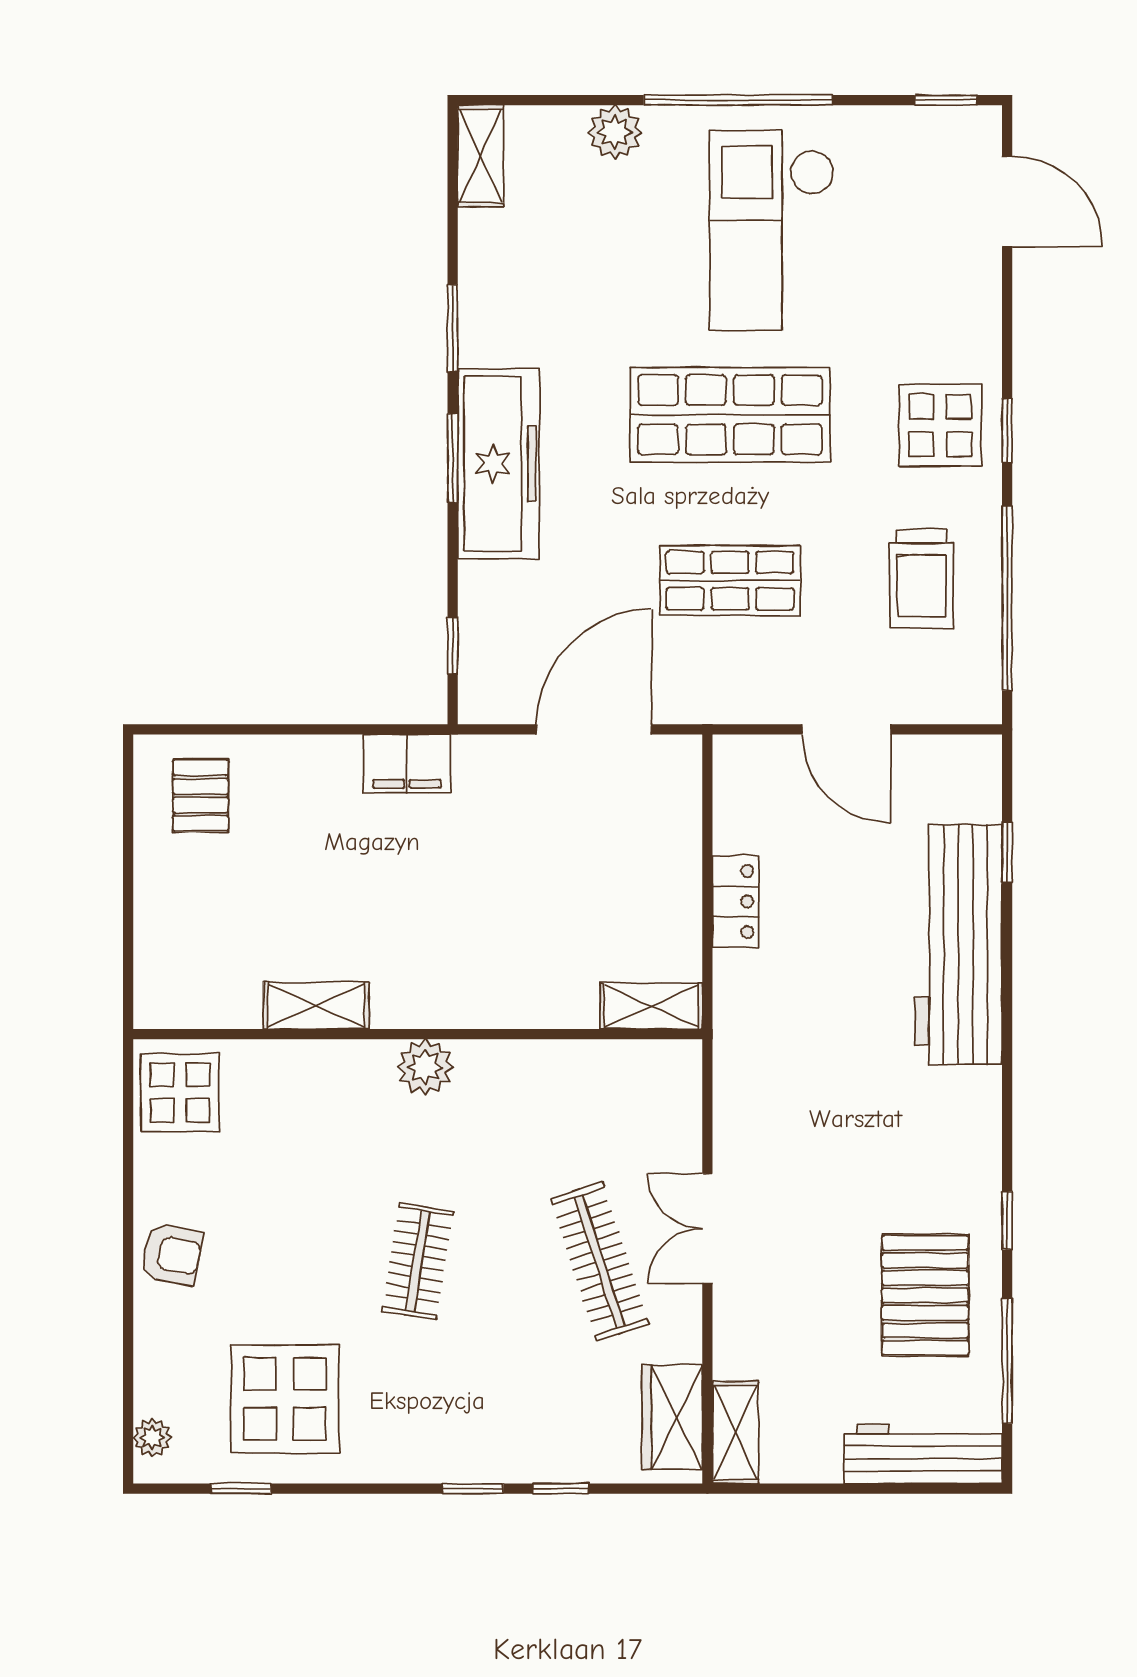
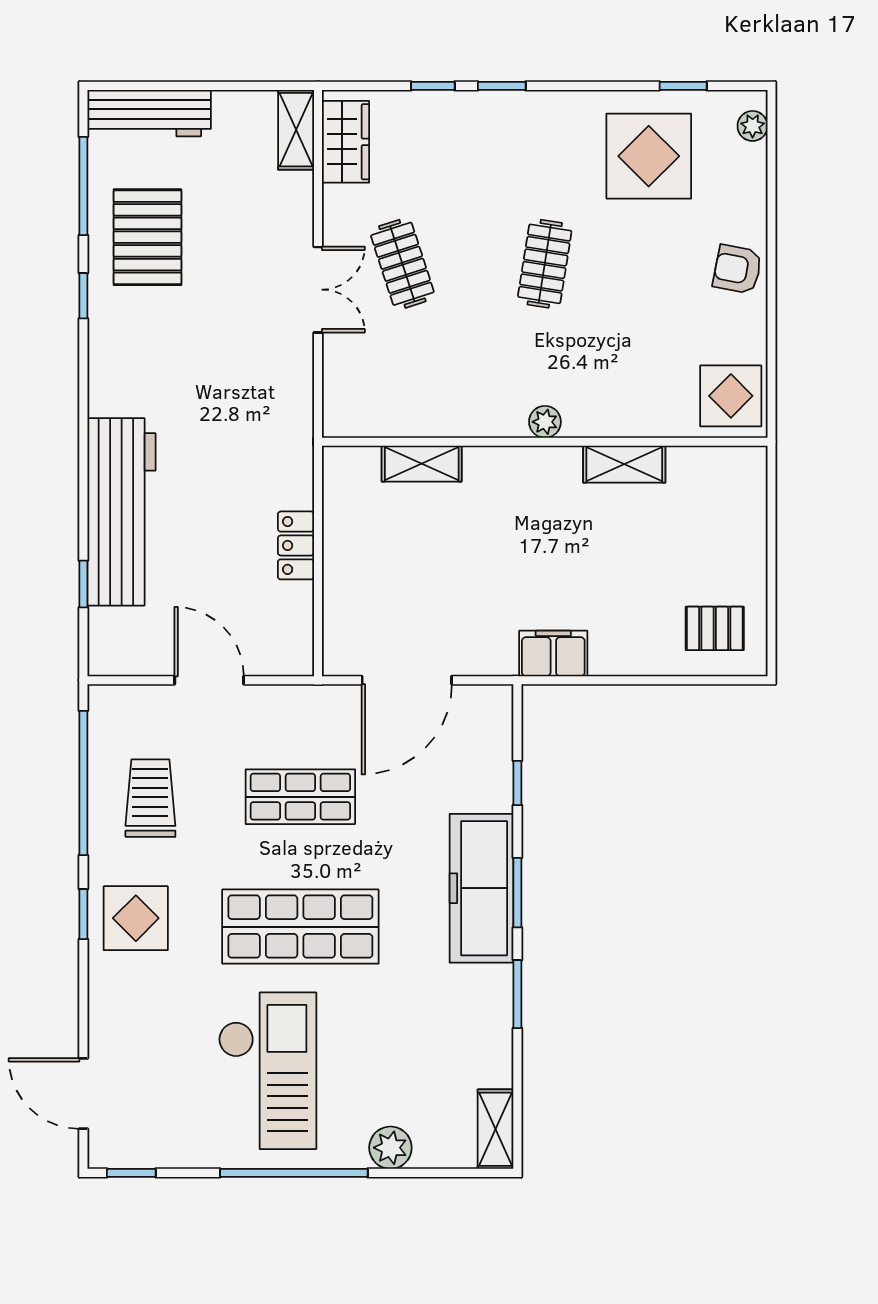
window: (453, 646) -> (517, 783), moved
pallet: (201, 796) -> (715, 628), turned 90
shelving: (651, 1006) -> (422, 464), moved
plant: (425, 1067) -> (545, 422), width x0.73, depth x0.73
clothes rail: (600, 1261) -> (402, 264), width x0.73

